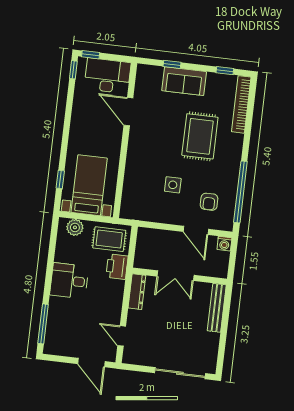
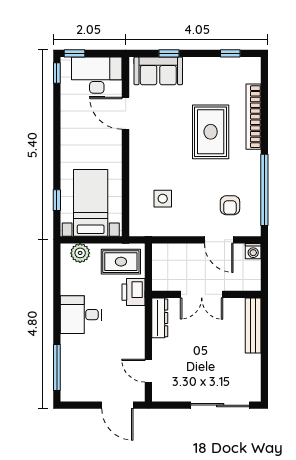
sofa: (184, 81) -> (158, 71), moved
bookcase: (241, 104) -> (254, 117), moved
side table: (173, 185) -> (163, 199), moved

